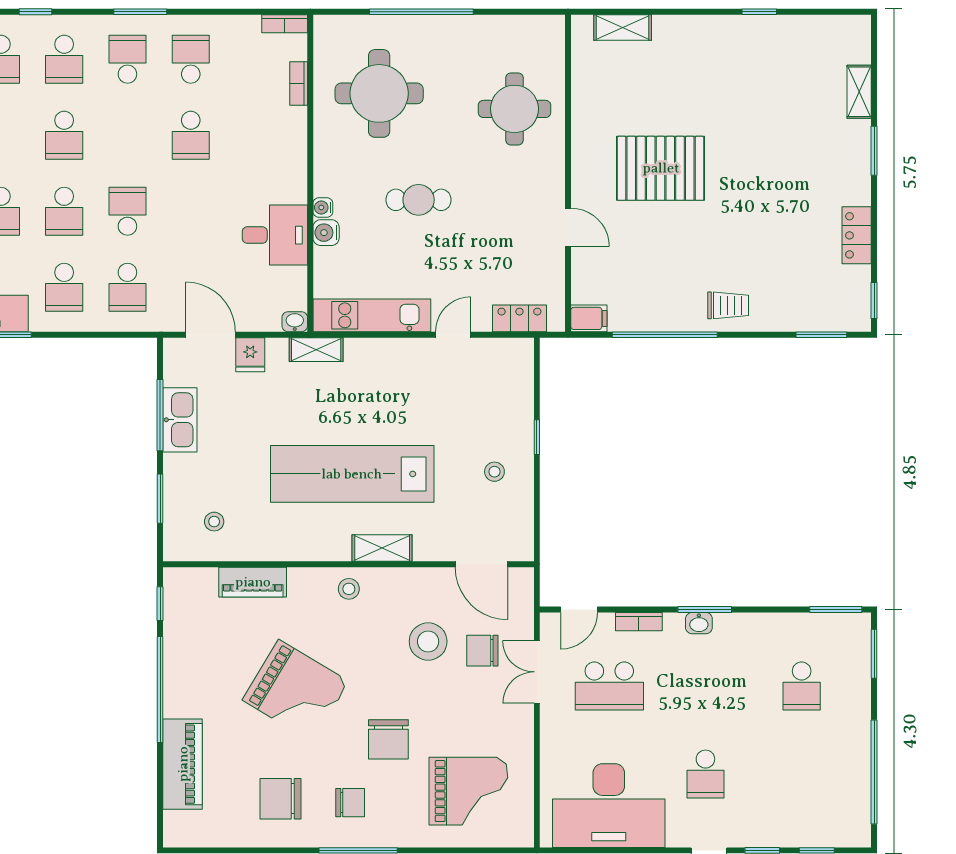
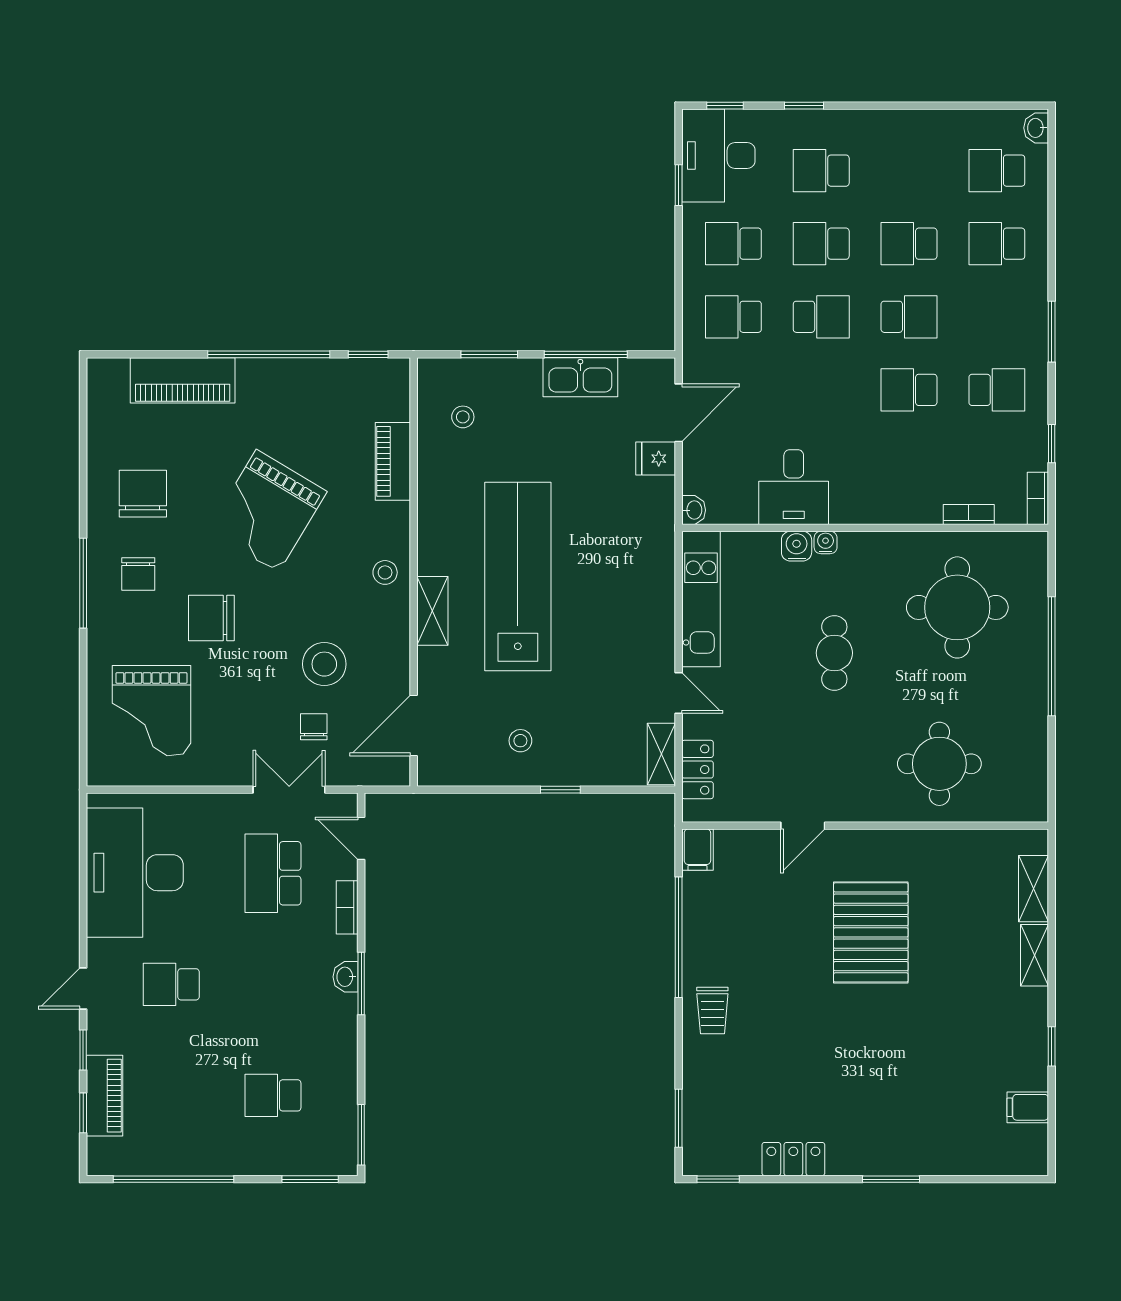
window: (35, 12) -> (1052, 444), moved
filing cabinet: (812, 32) -> (1028, 1107), added
school desk: (127, 59) -> (909, 317), moved
shelving: (859, 92) -> (1034, 955), moved, turned 90
shelving: (316, 350) -> (661, 754), moved
chair: (482, 651) -> (314, 727), width x0.73, depth x0.73
piano: (802, 832) -> (104, 1096), added

